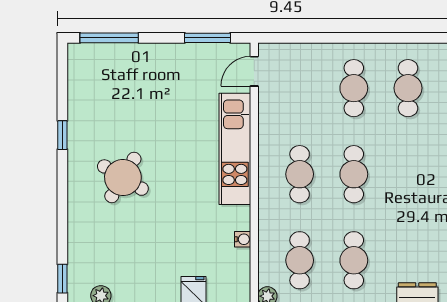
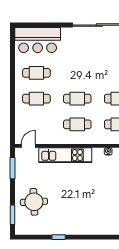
window: (109, 38) -> (12, 215), width x0.69
door: (254, 71) -> (28, 146), swing flipped
round table: (123, 178) -> (34, 202), moved, turned -34

